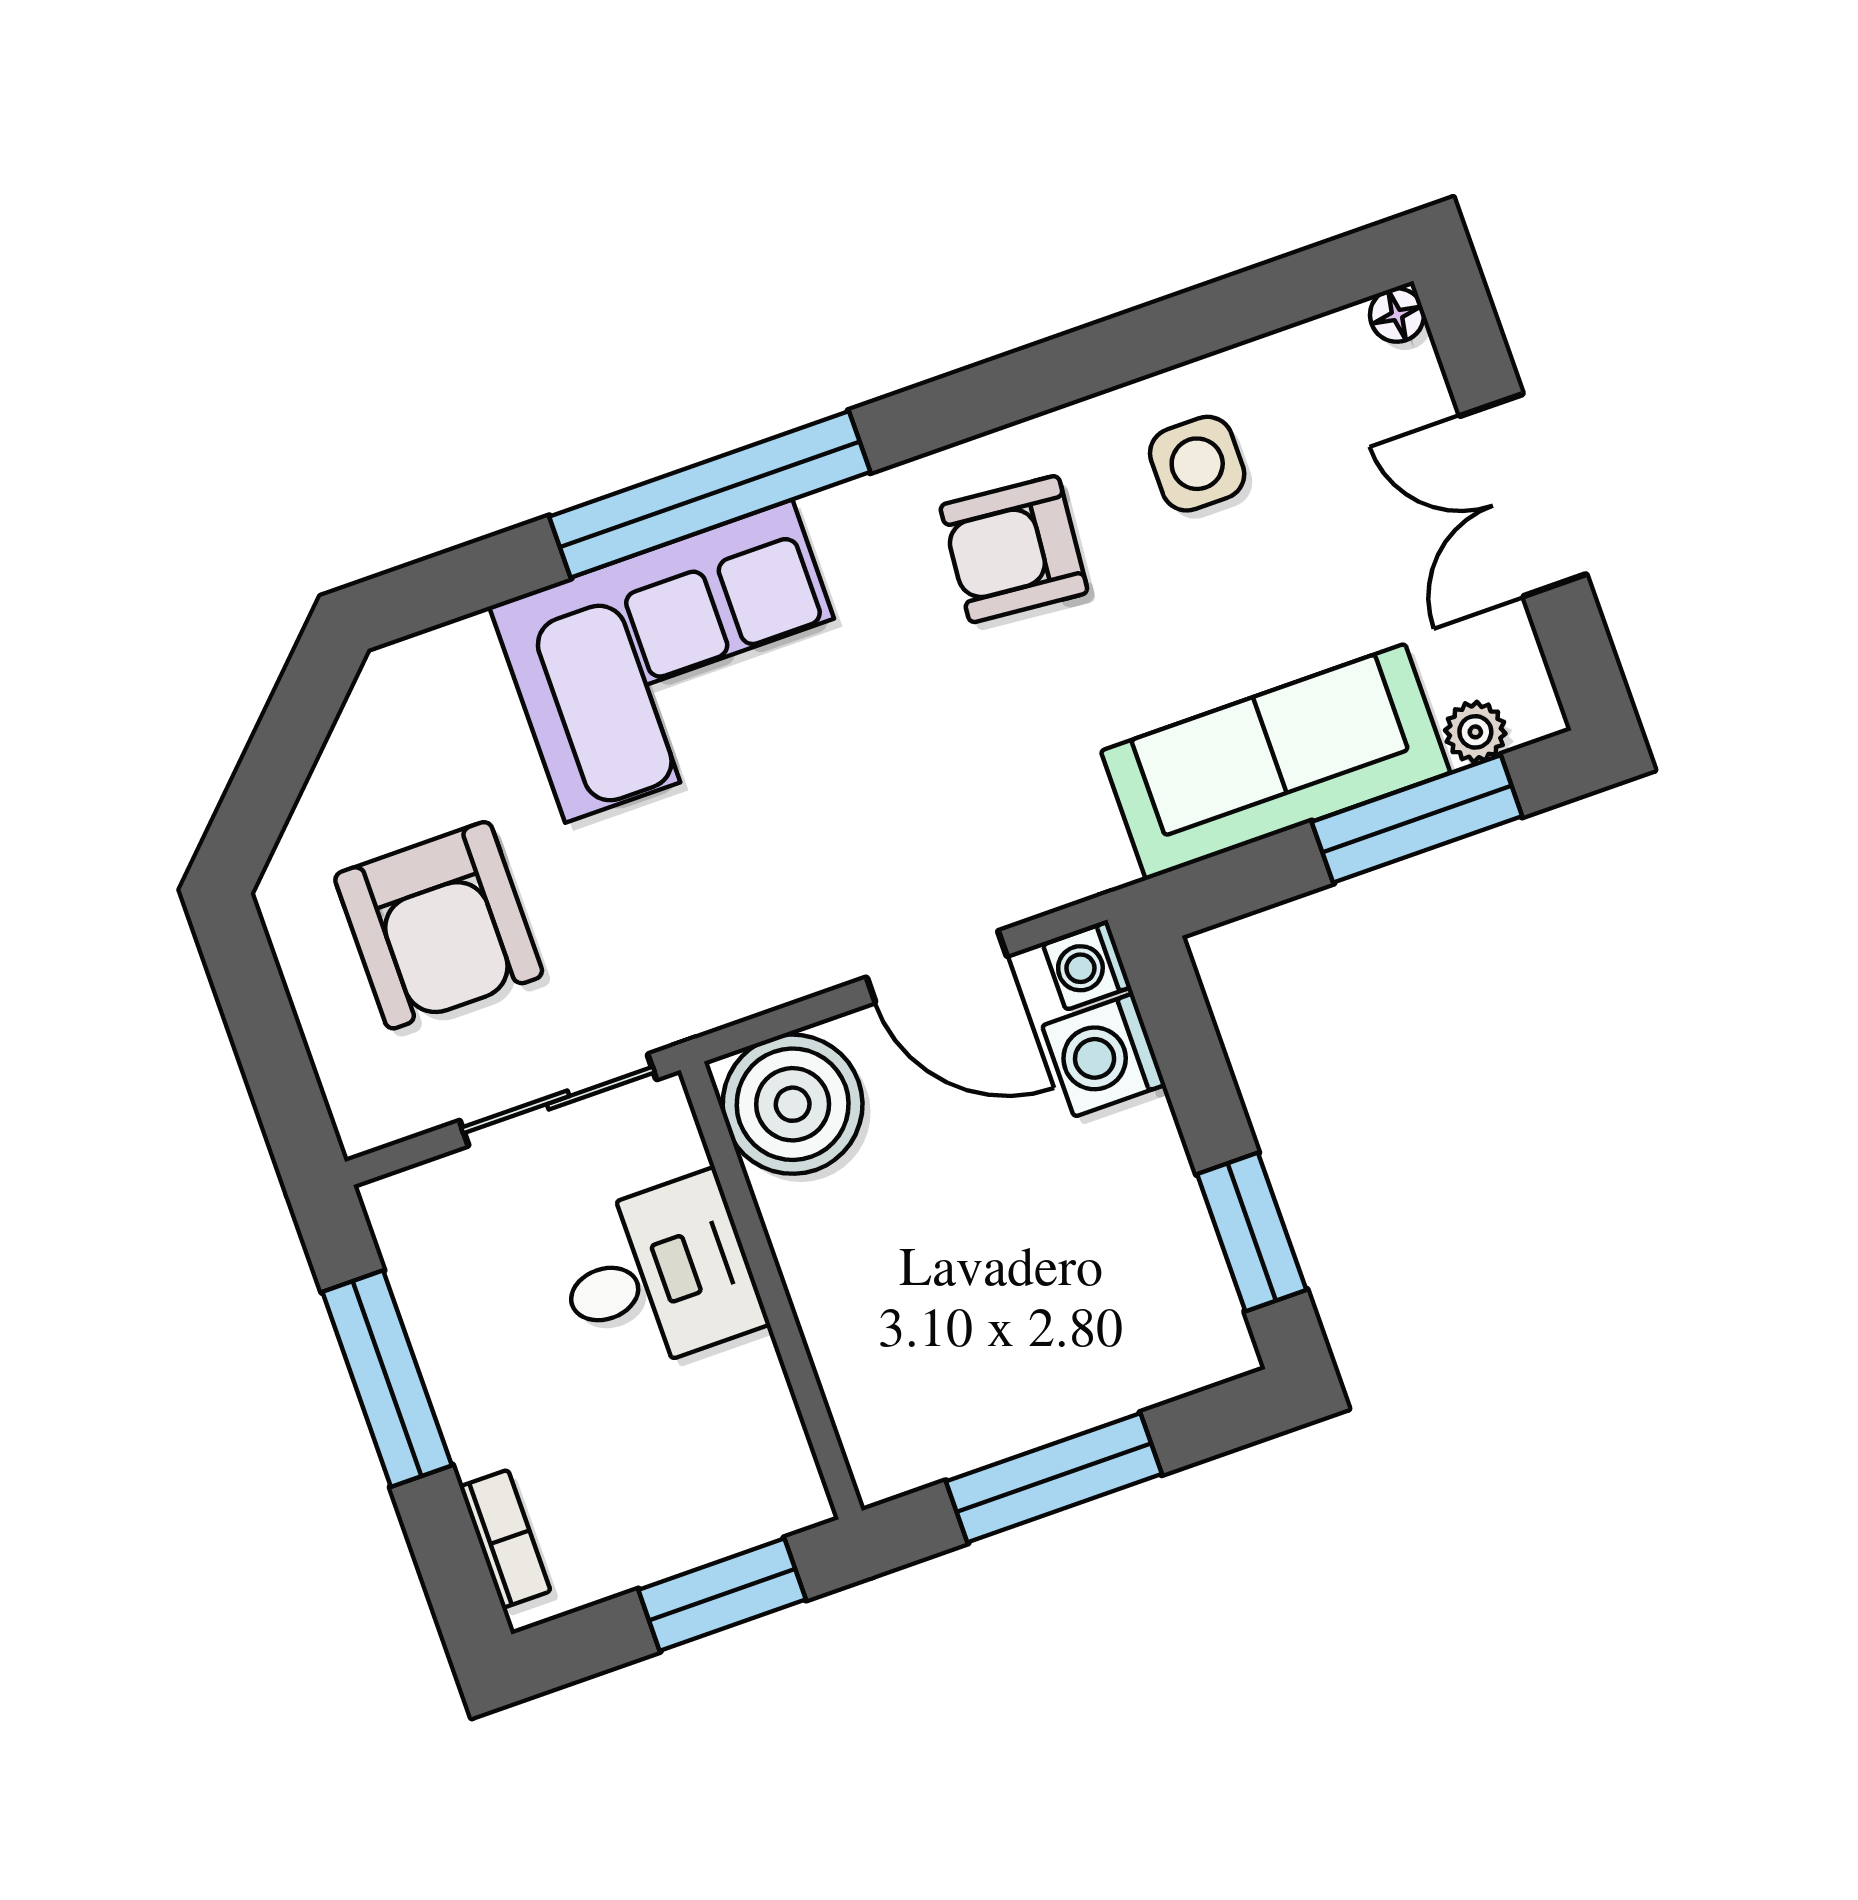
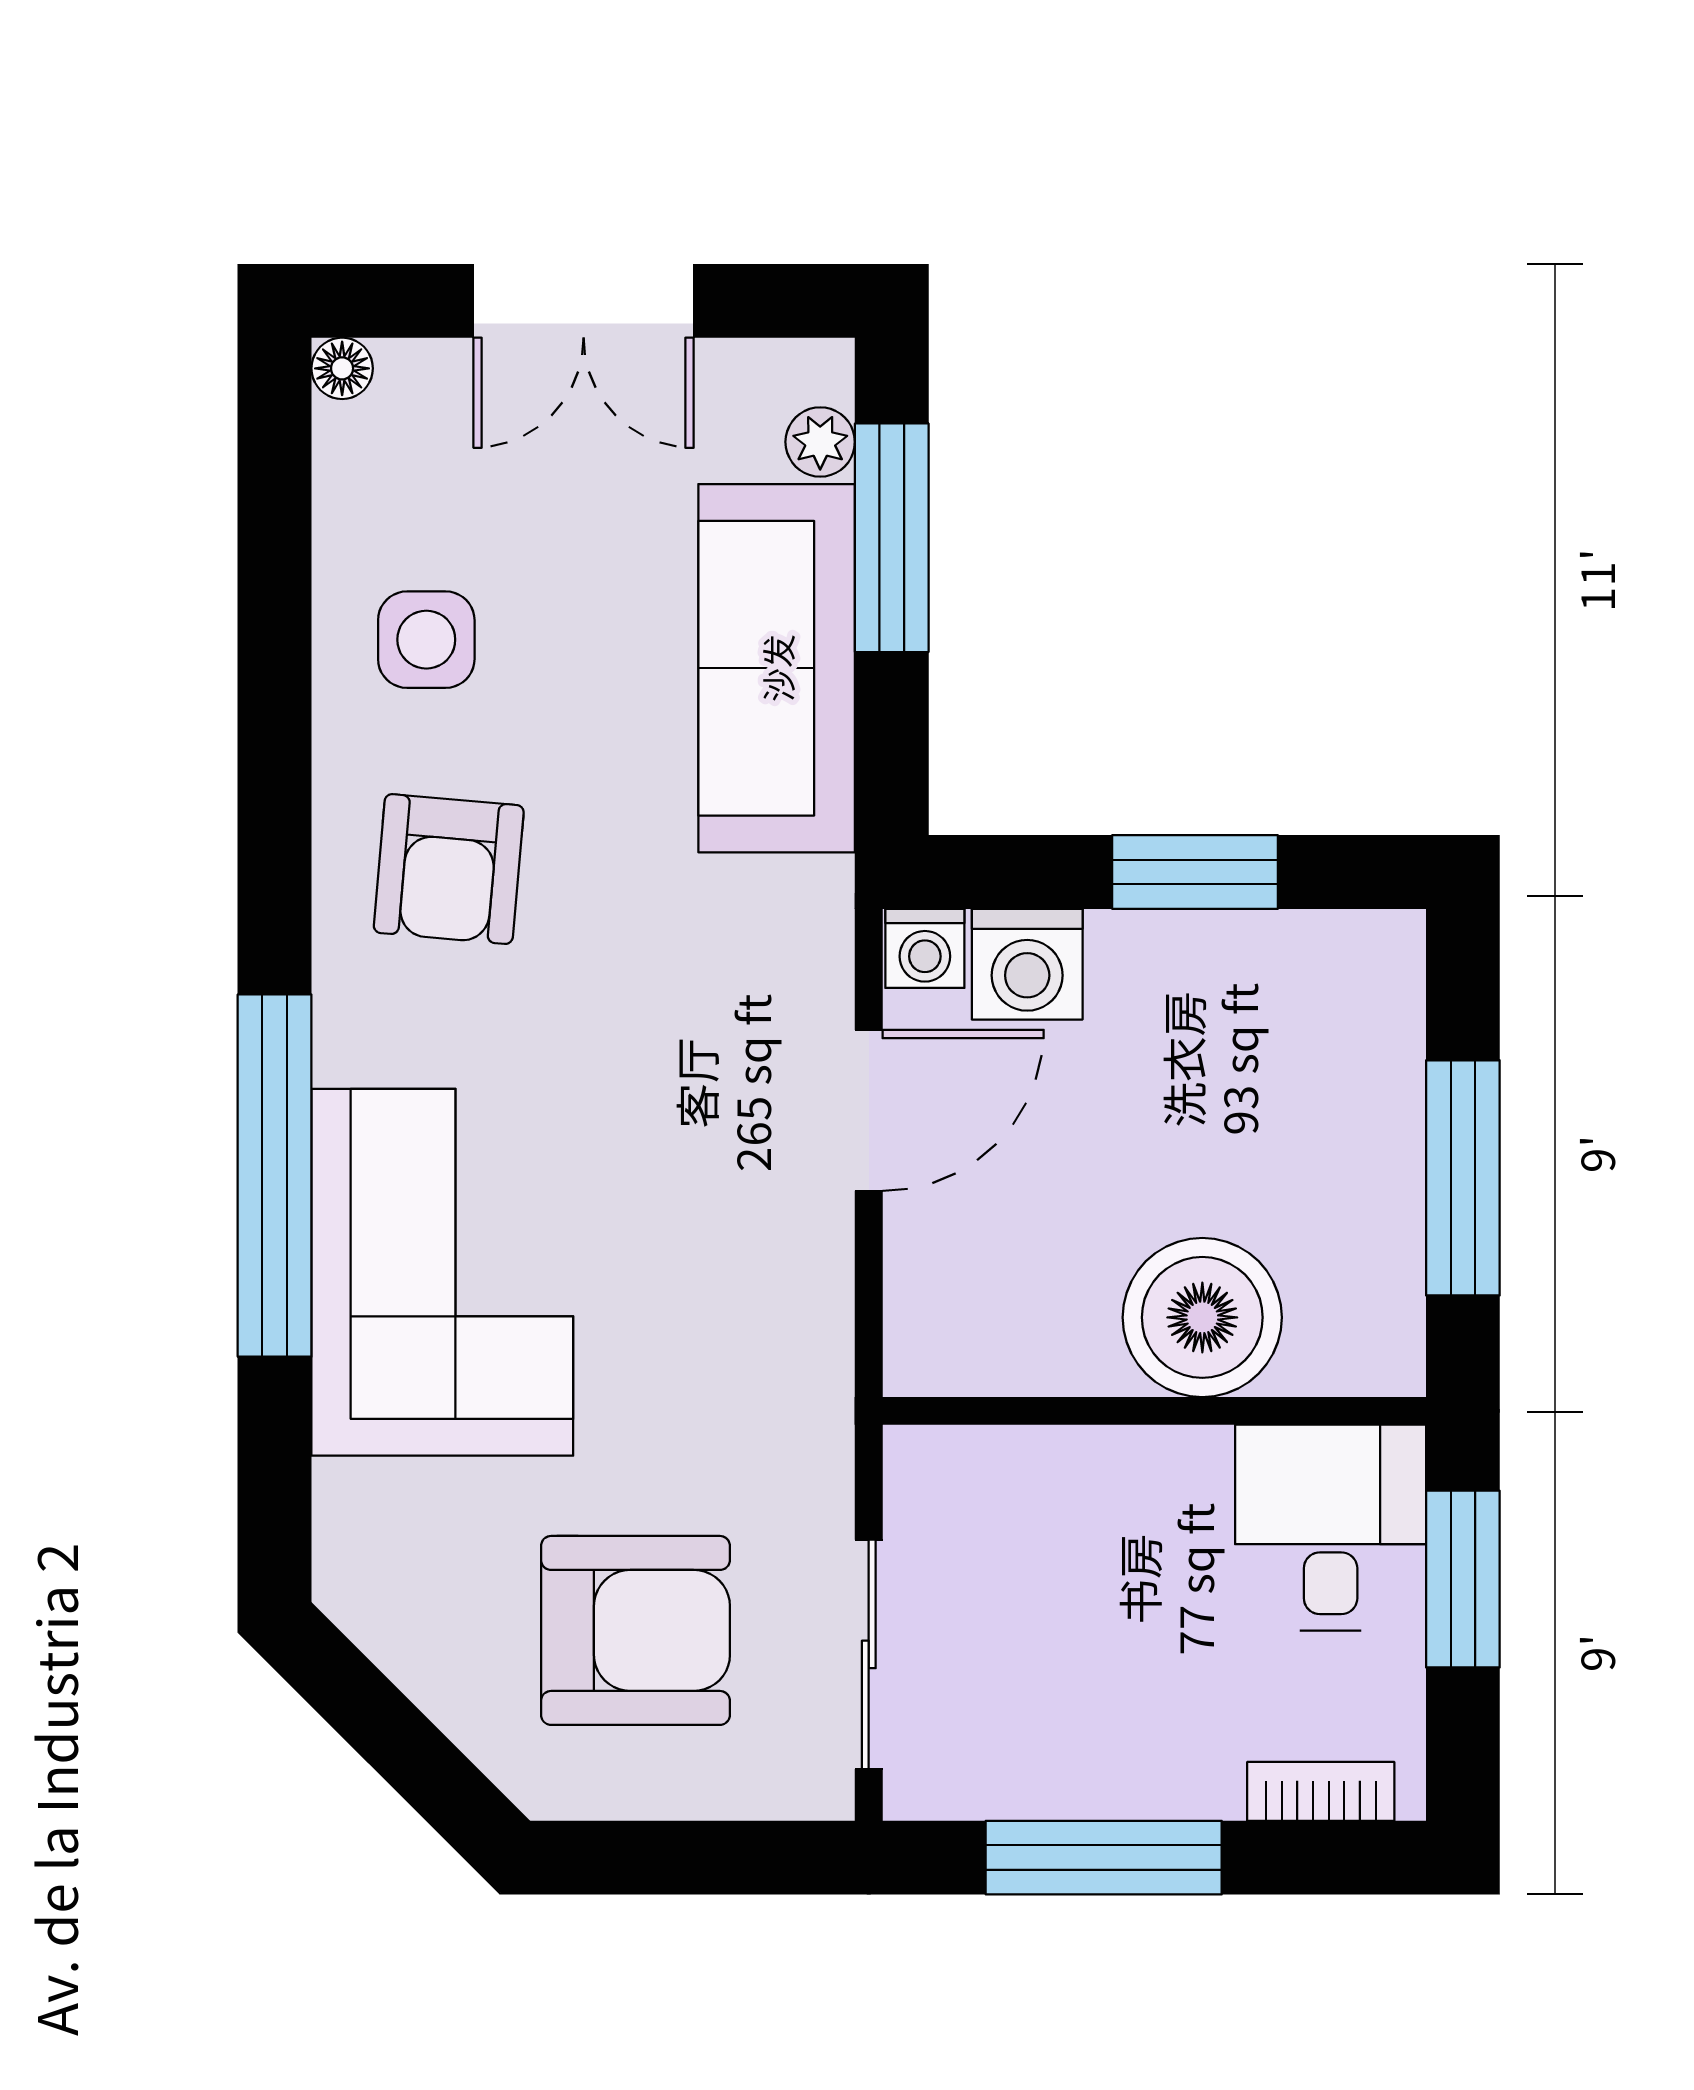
sliding door: (558, 1100) -> (869, 1654), moved
boiler: (793, 1104) -> (1202, 1317), moved
window: (1252, 1232) -> (1195, 872), moved
desk: (658, 1275) -> (1331, 1528), moved

